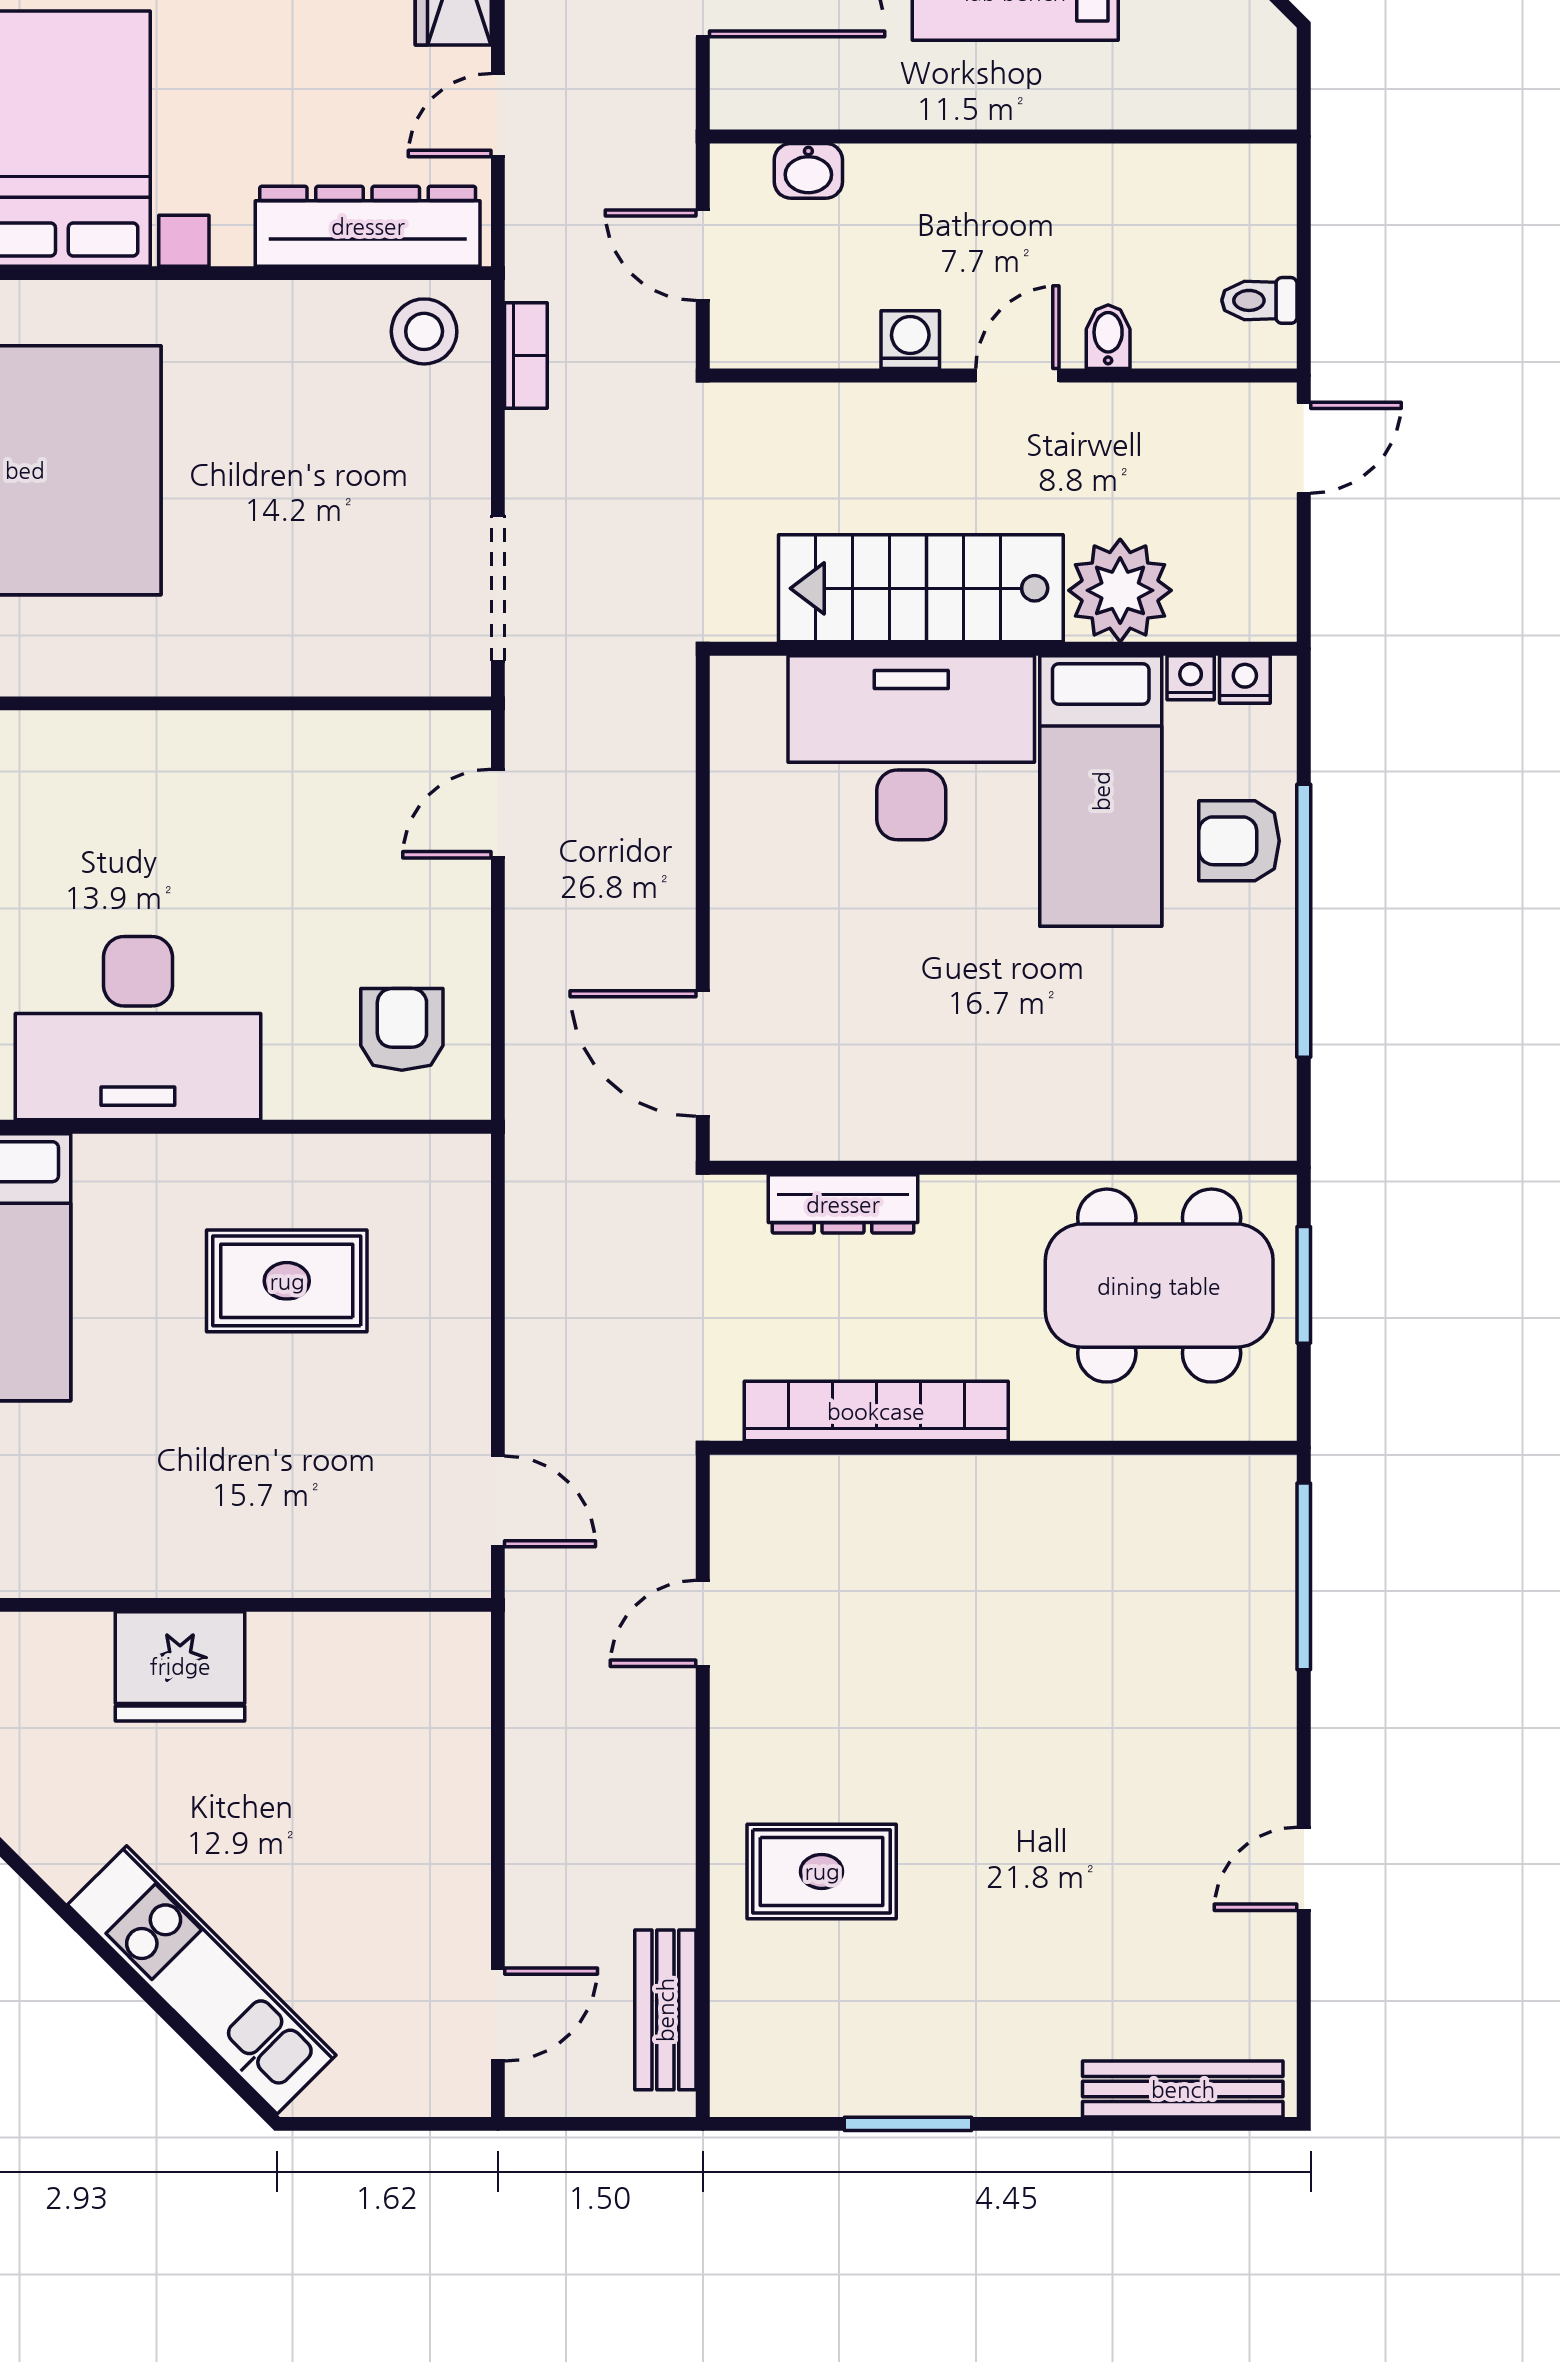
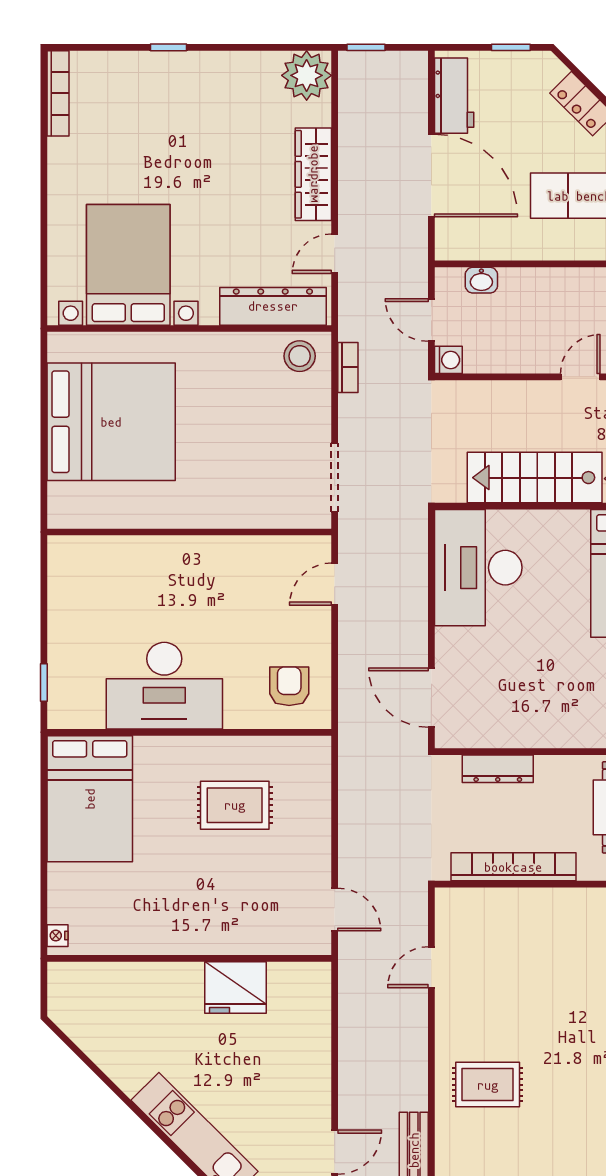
washing machine: (910, 340) -> (448, 360), moved, turned 90
desk: (911, 748) -> (478, 568), moved, turned -90
fridge: (180, 1666) -> (235, 988), moved

